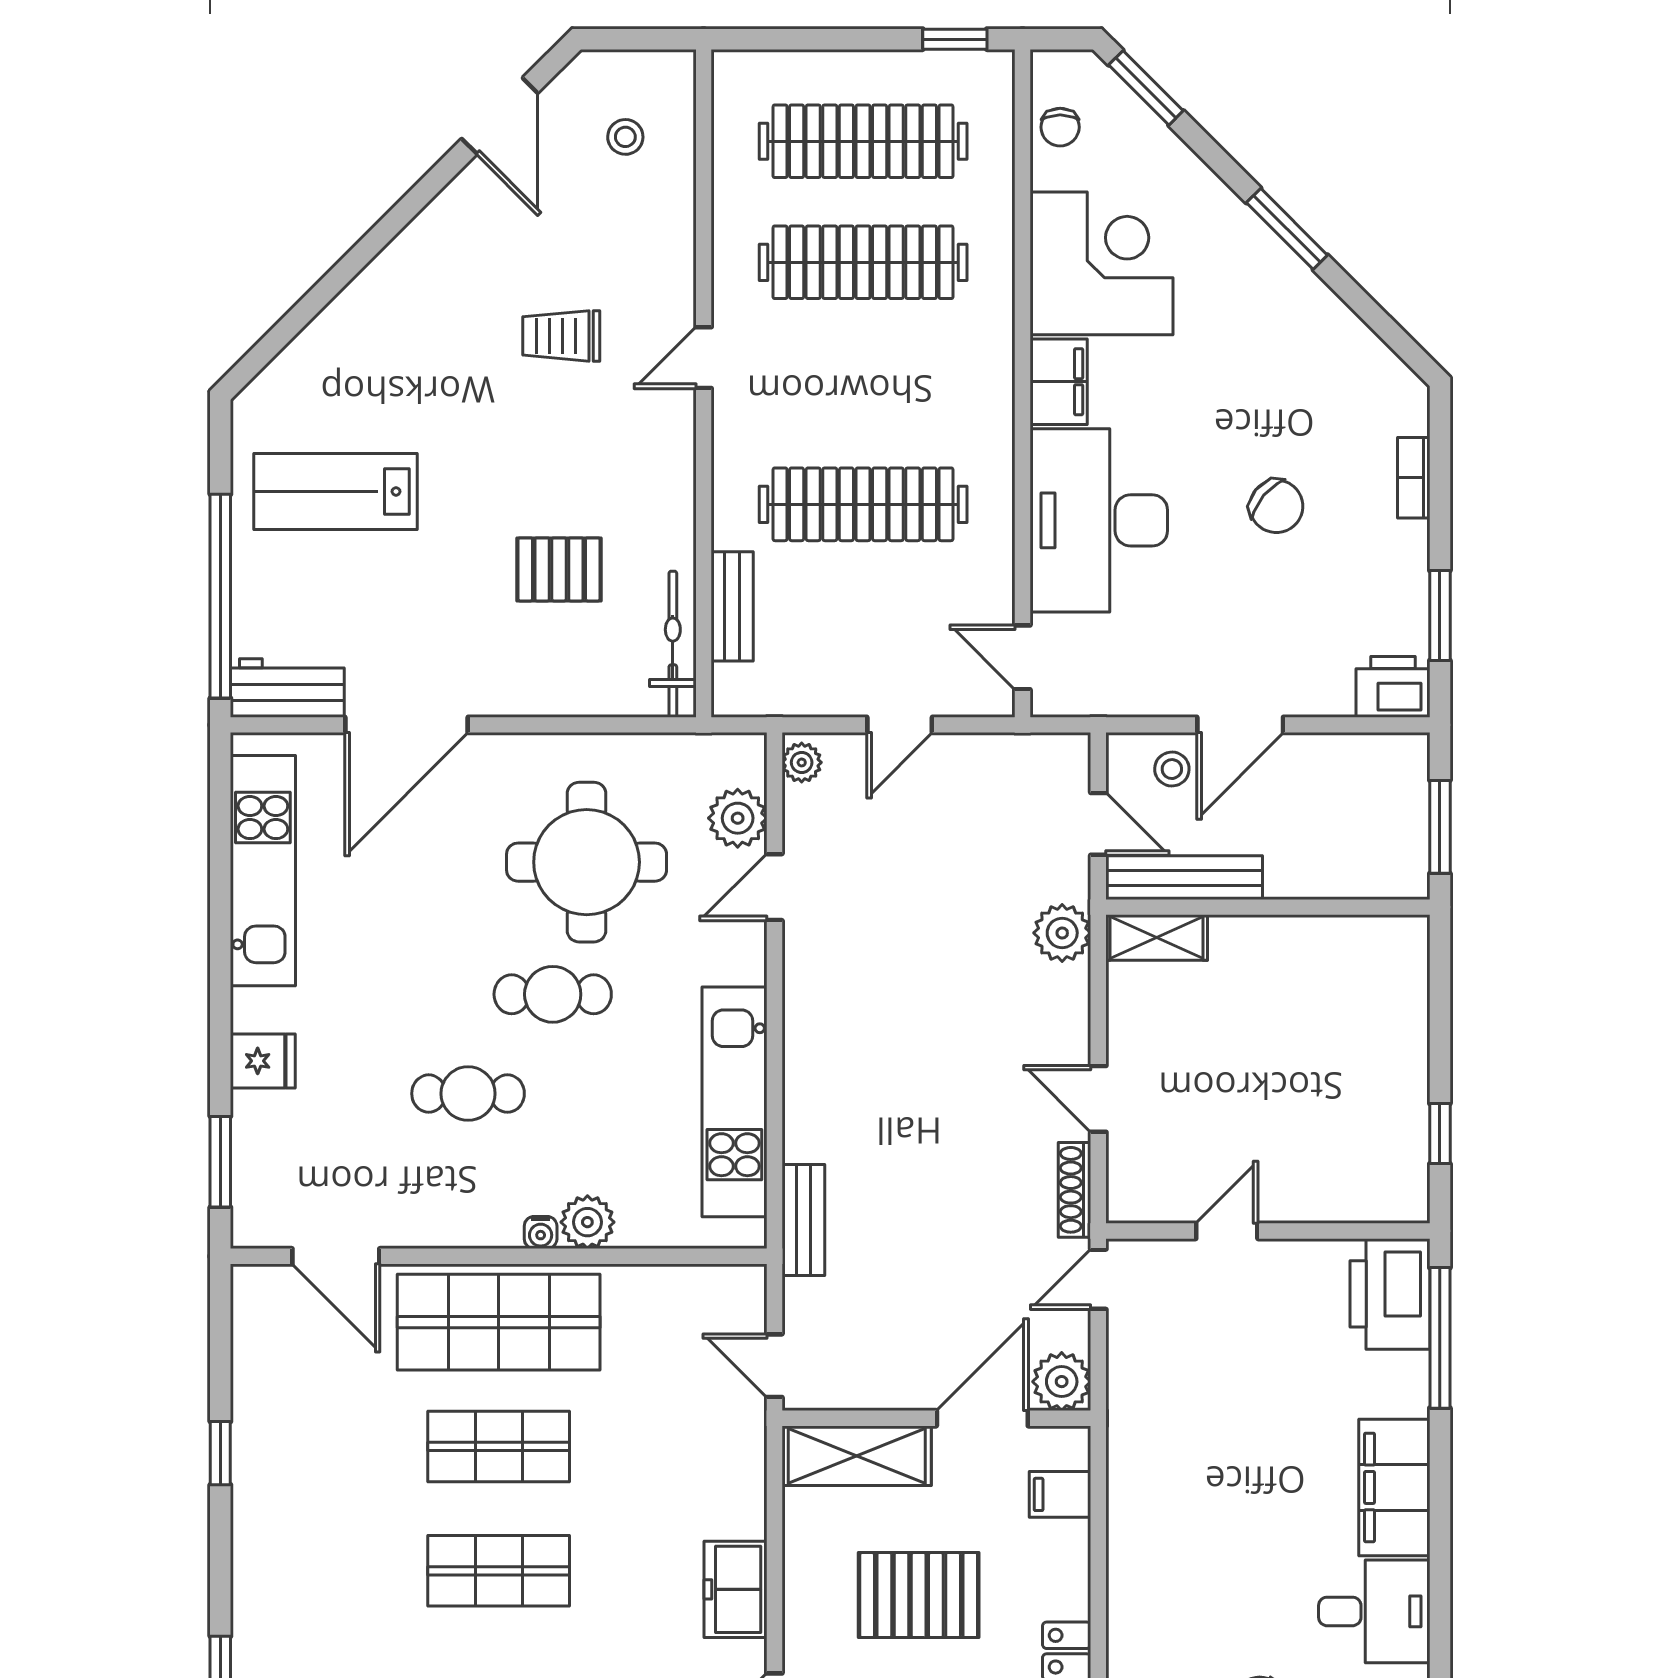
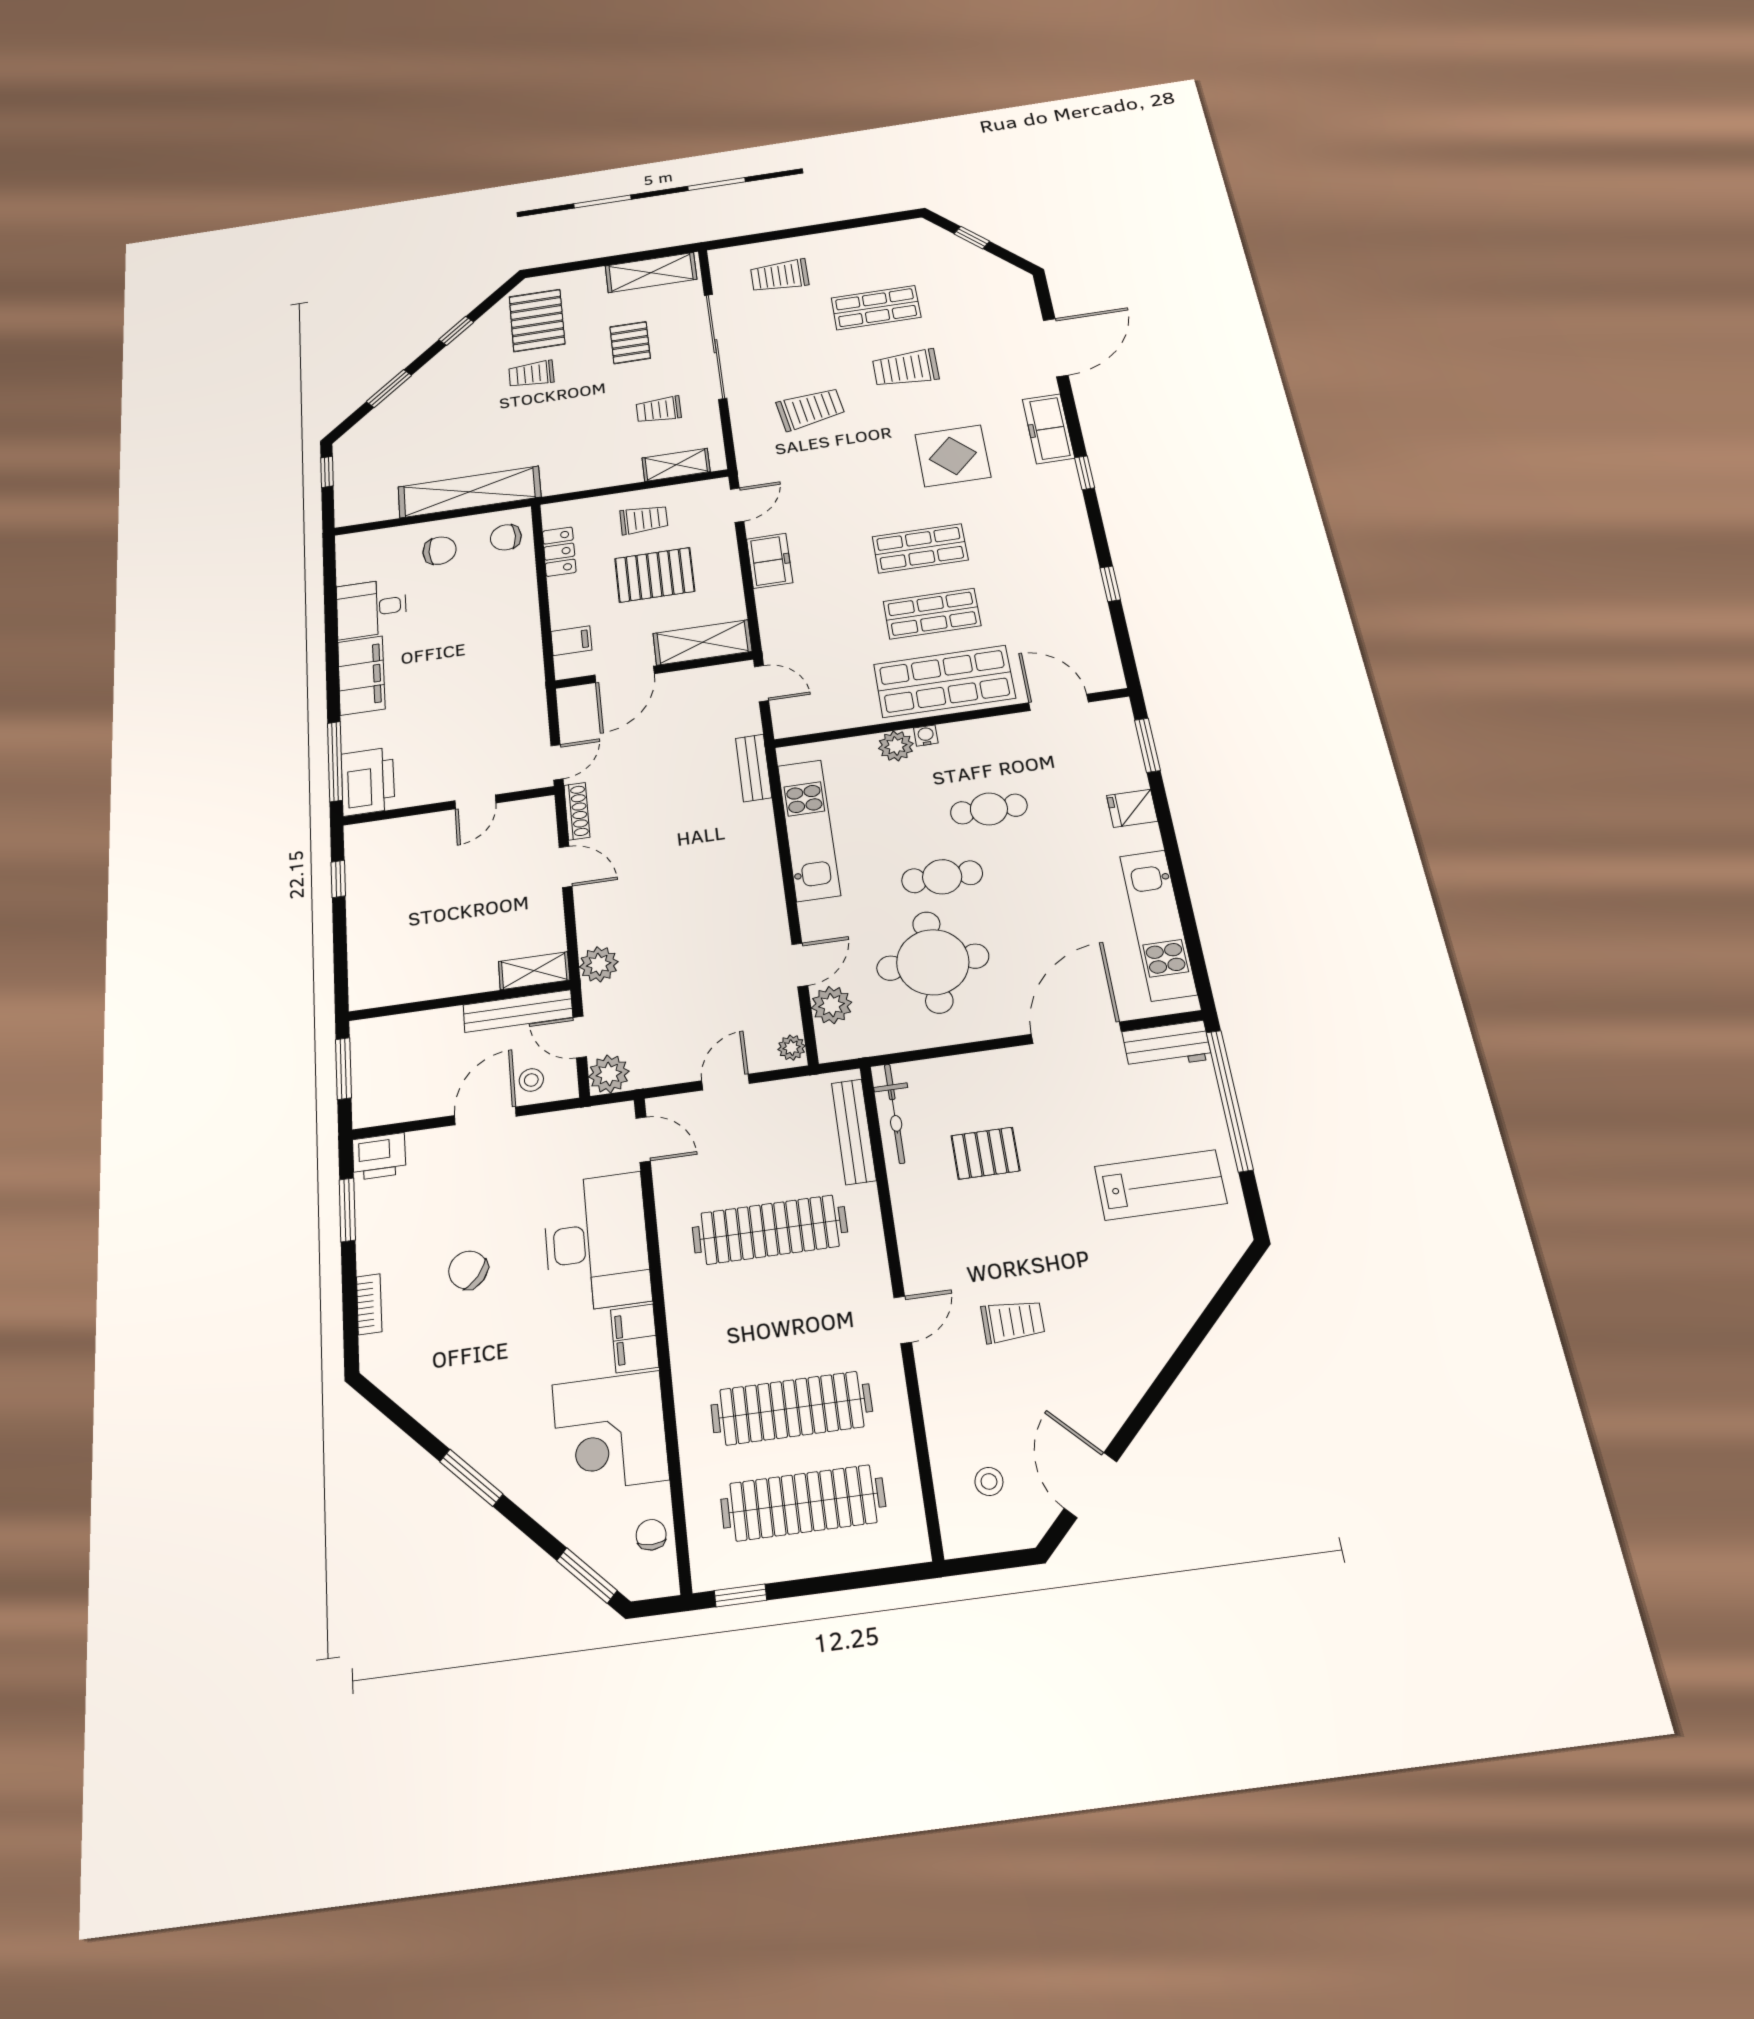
bench: (732, 606) -> (854, 1132), width x1.36
plant: (1062, 1382) -> (609, 1074), moved

